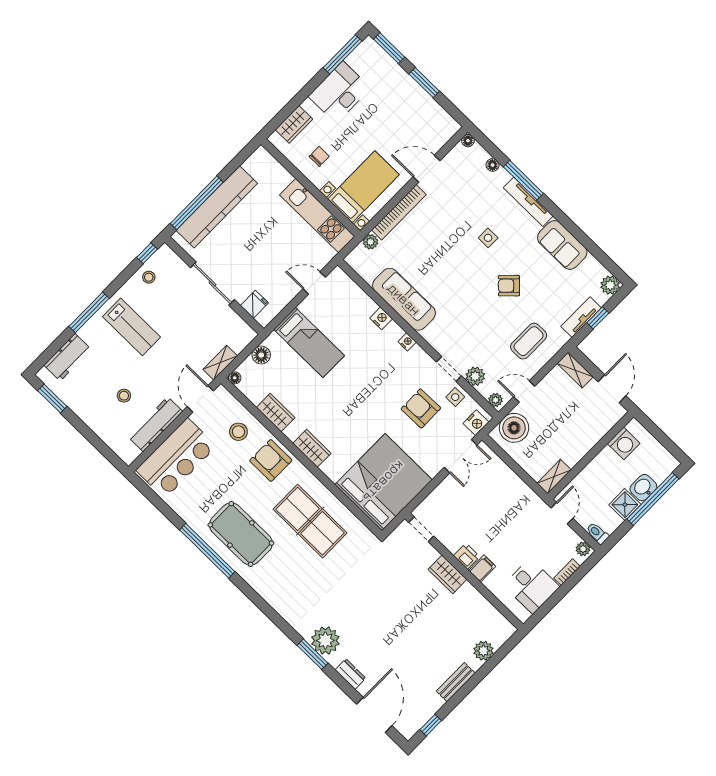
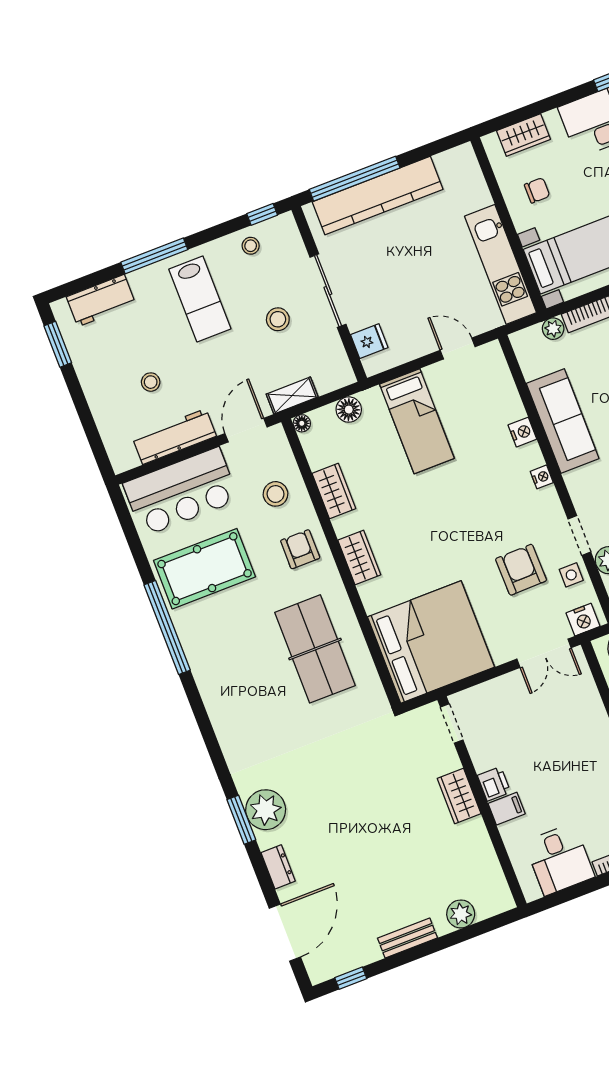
stool: (188, 317) -> (278, 319), added
armchair: (271, 460) -> (300, 549), width x0.72, depth x0.72
pool table: (241, 534) -> (205, 569), moved, turned 90

